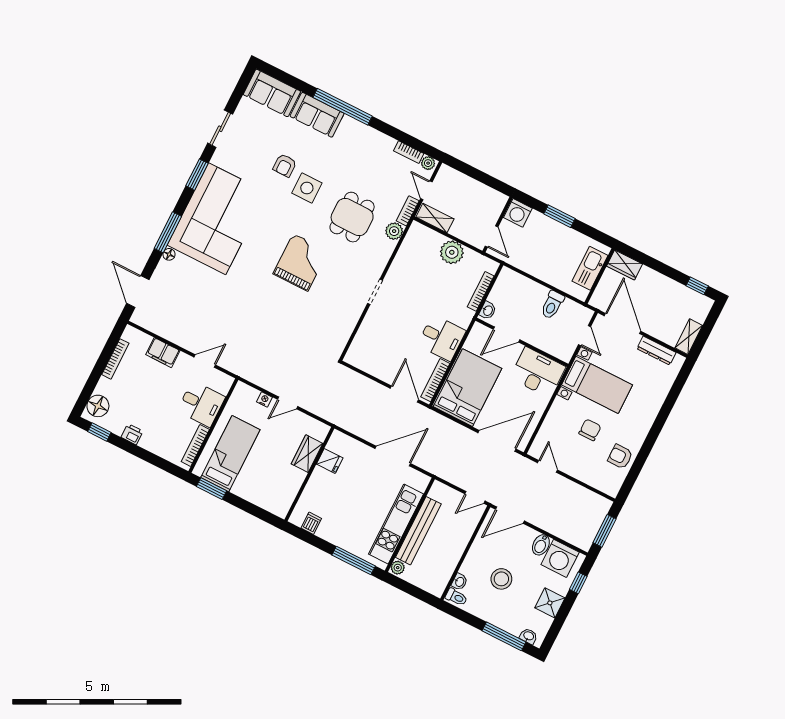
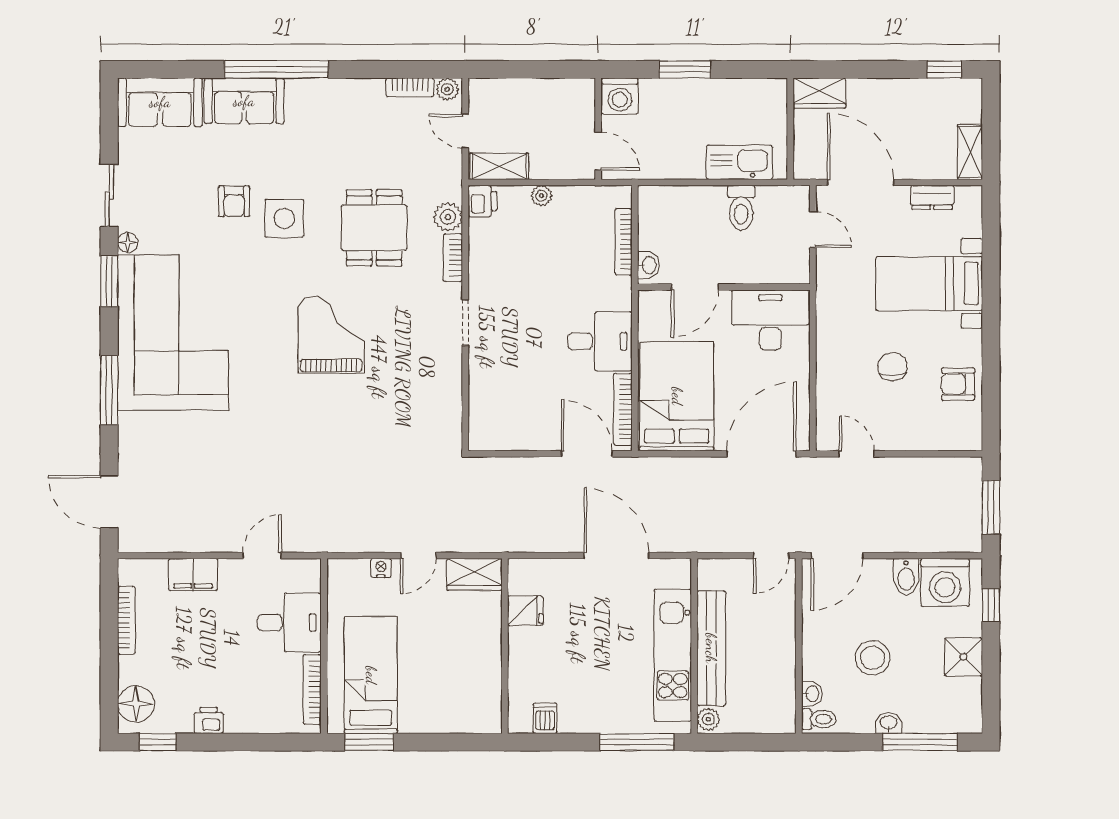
bookcase: (408, 211) -> (453, 258), moved
printer: (417, 232) -> (482, 201), added
plant: (452, 252) -> (541, 196), width x0.53, depth x0.53
floor lamp: (169, 254) -> (128, 242), moved
kitchen sink: (590, 268) -> (739, 162), moved, turned 90
dresser: (656, 351) -> (932, 197), width x0.70
bed with nightstands: (597, 385) -> (929, 284), moved, turned 180
wardrobe: (307, 454) -> (474, 574), moved, turned -90
door: (393, 456) -> (616, 555), hinge flipped
washbasin: (528, 636) -> (889, 723), moved

